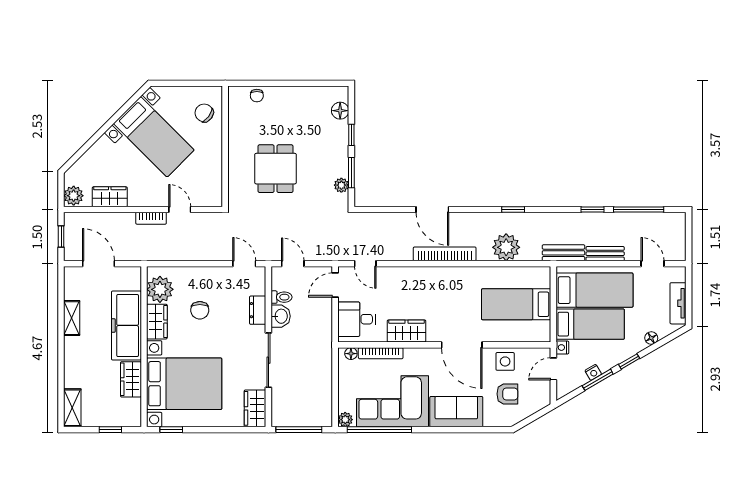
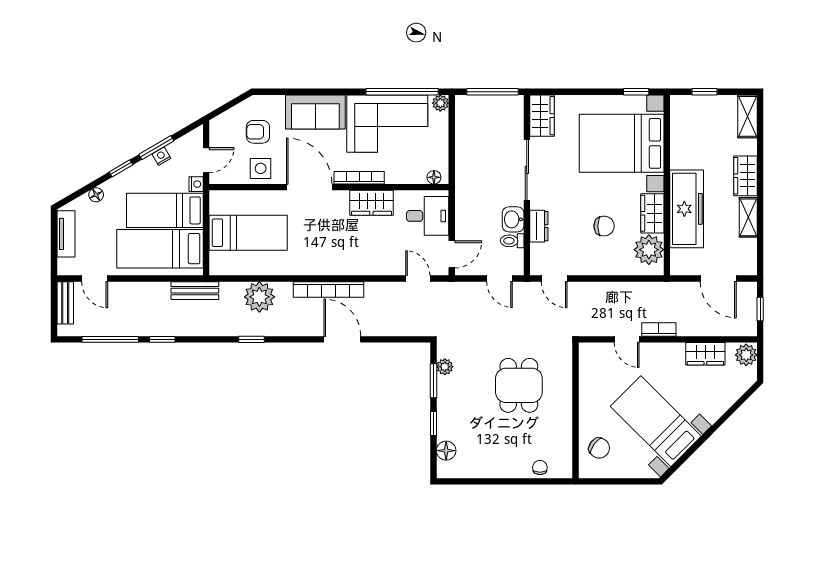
bench: (605, 254) -> (65, 303), moved, turned 90
chair: (200, 310) -> (604, 226), turned 90
bookcase: (381, 353) -> (359, 178), moved
wardrobe: (131, 379) -> (746, 176), moved, turned 180

